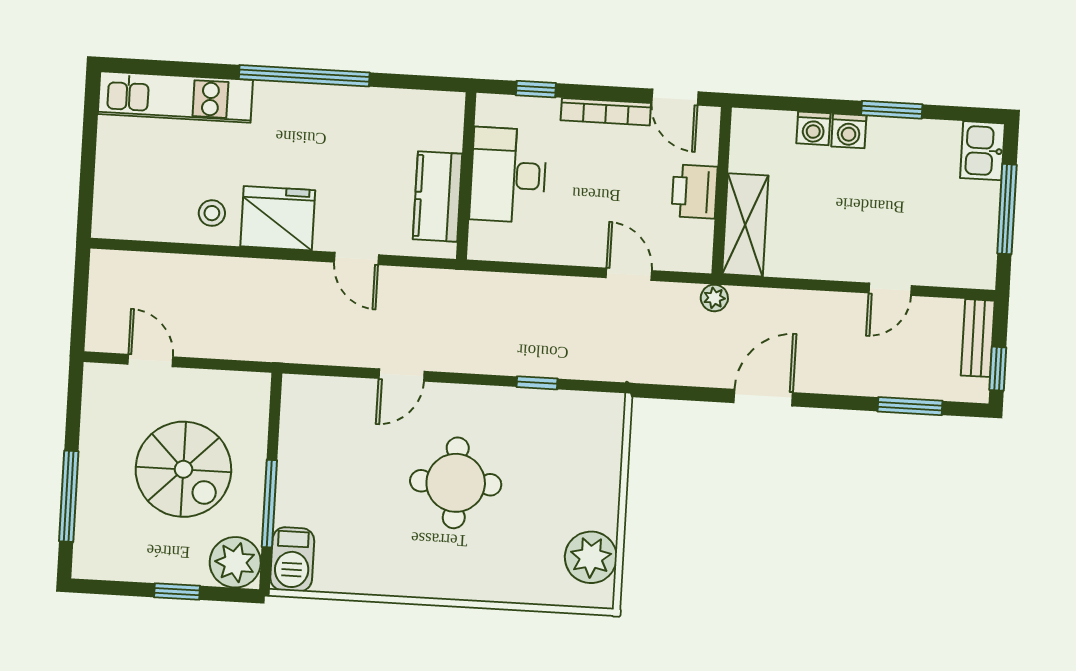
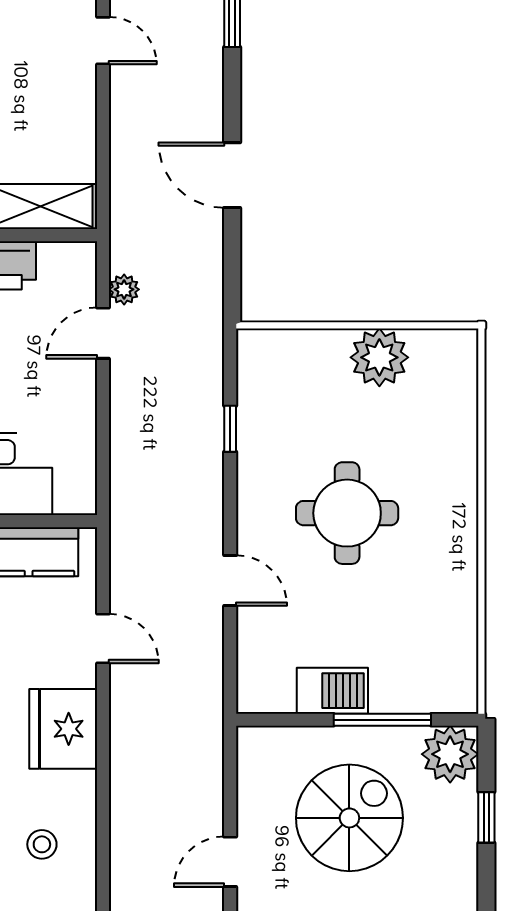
stool: (212, 213) -> (42, 844), moved
door: (356, 258) -> (103, 638), hinge flipped
plant: (714, 298) -> (124, 289), moved
plant: (591, 557) -> (379, 357), moved
barbecue: (292, 559) -> (332, 691), moved

